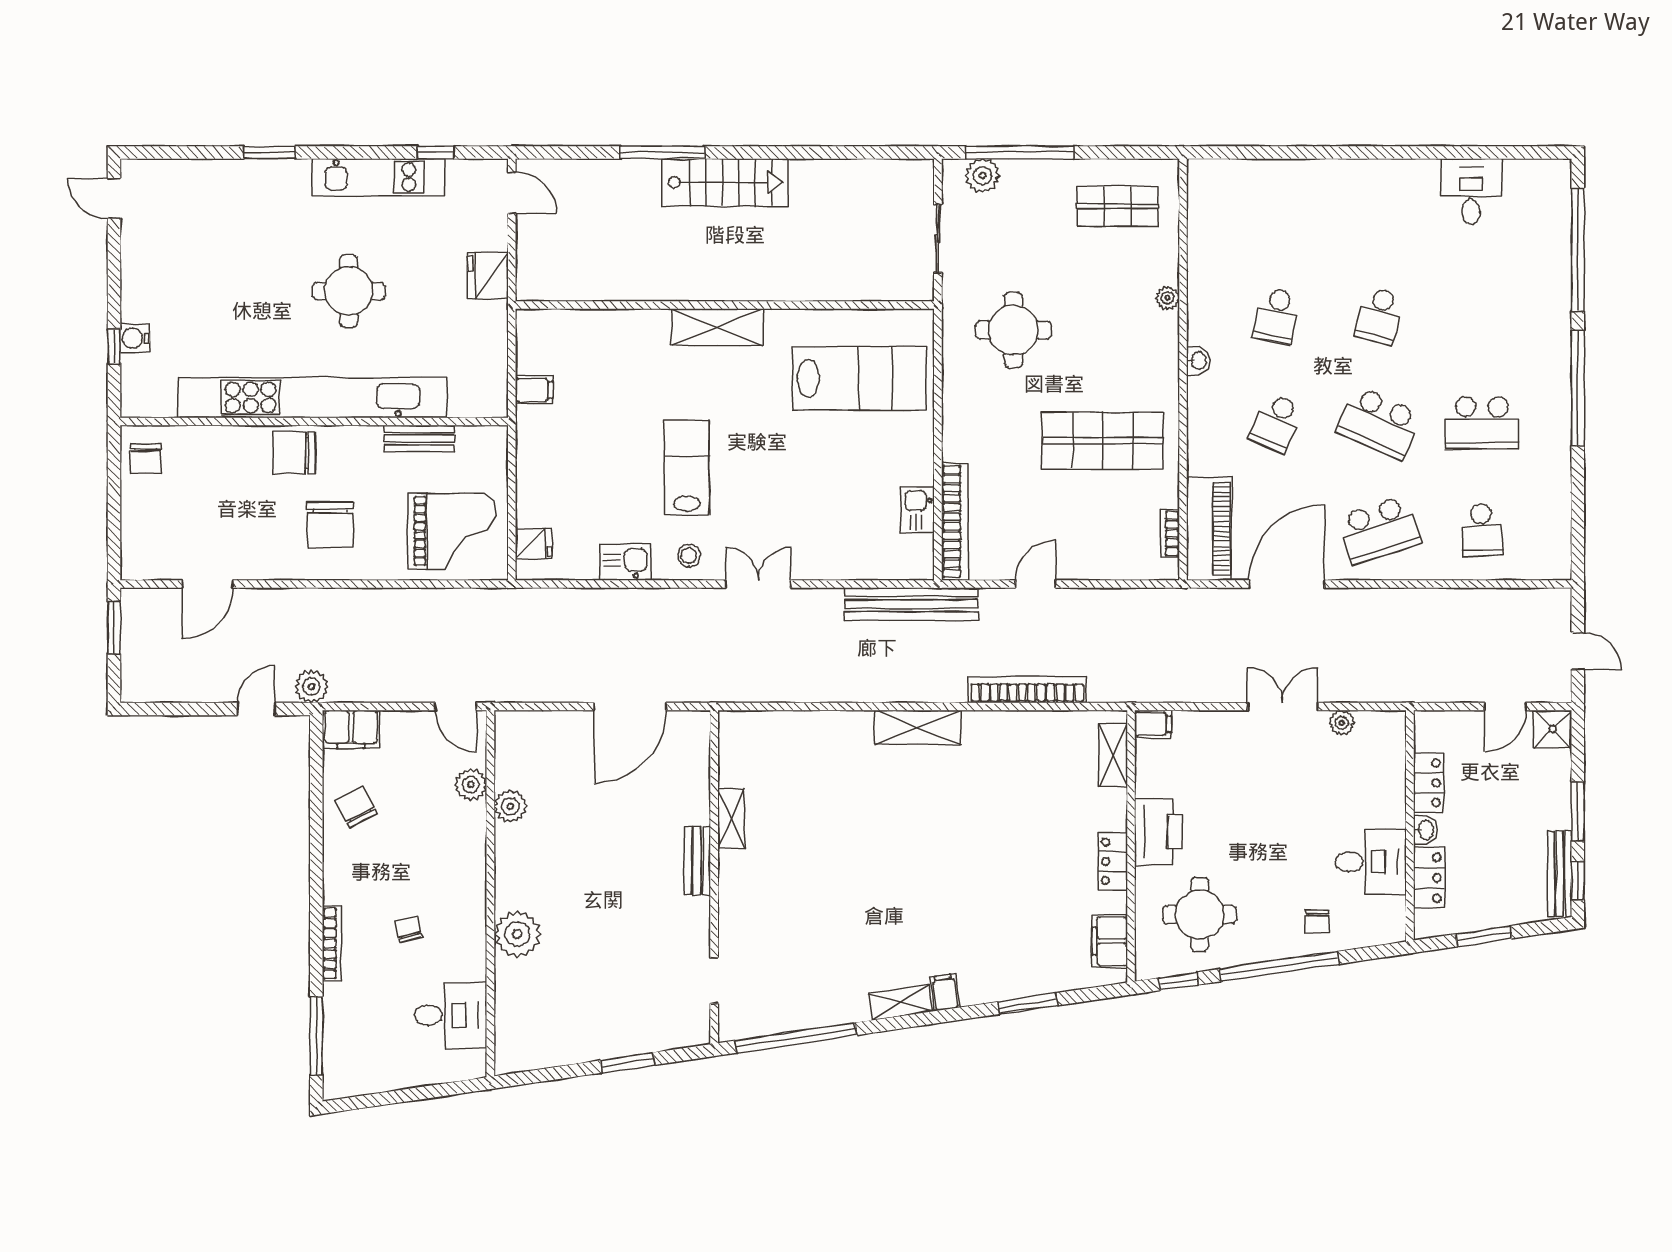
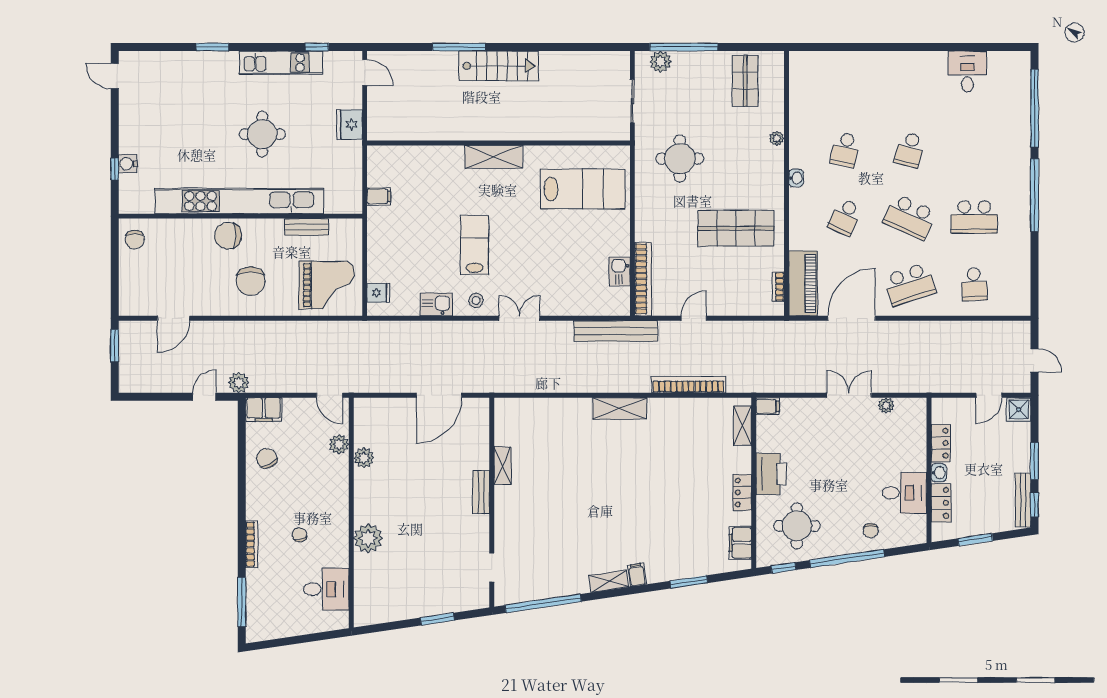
shop shelf: (1117, 206) -> (745, 81), turned 90

